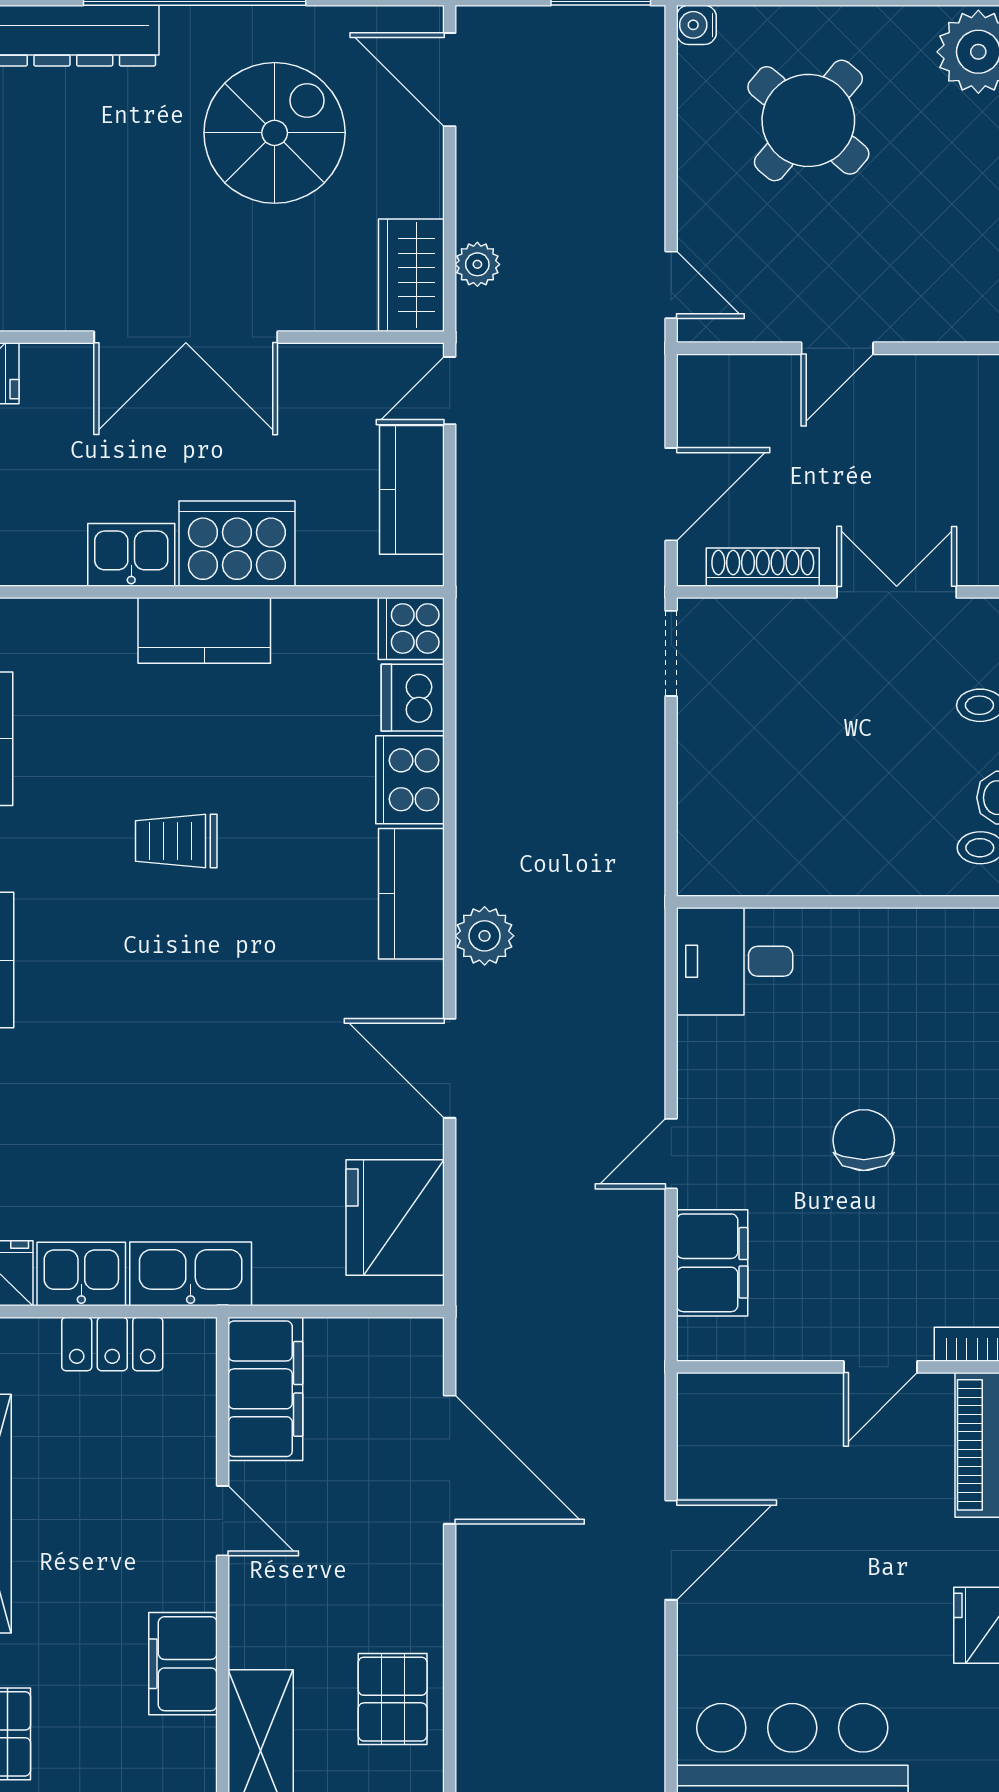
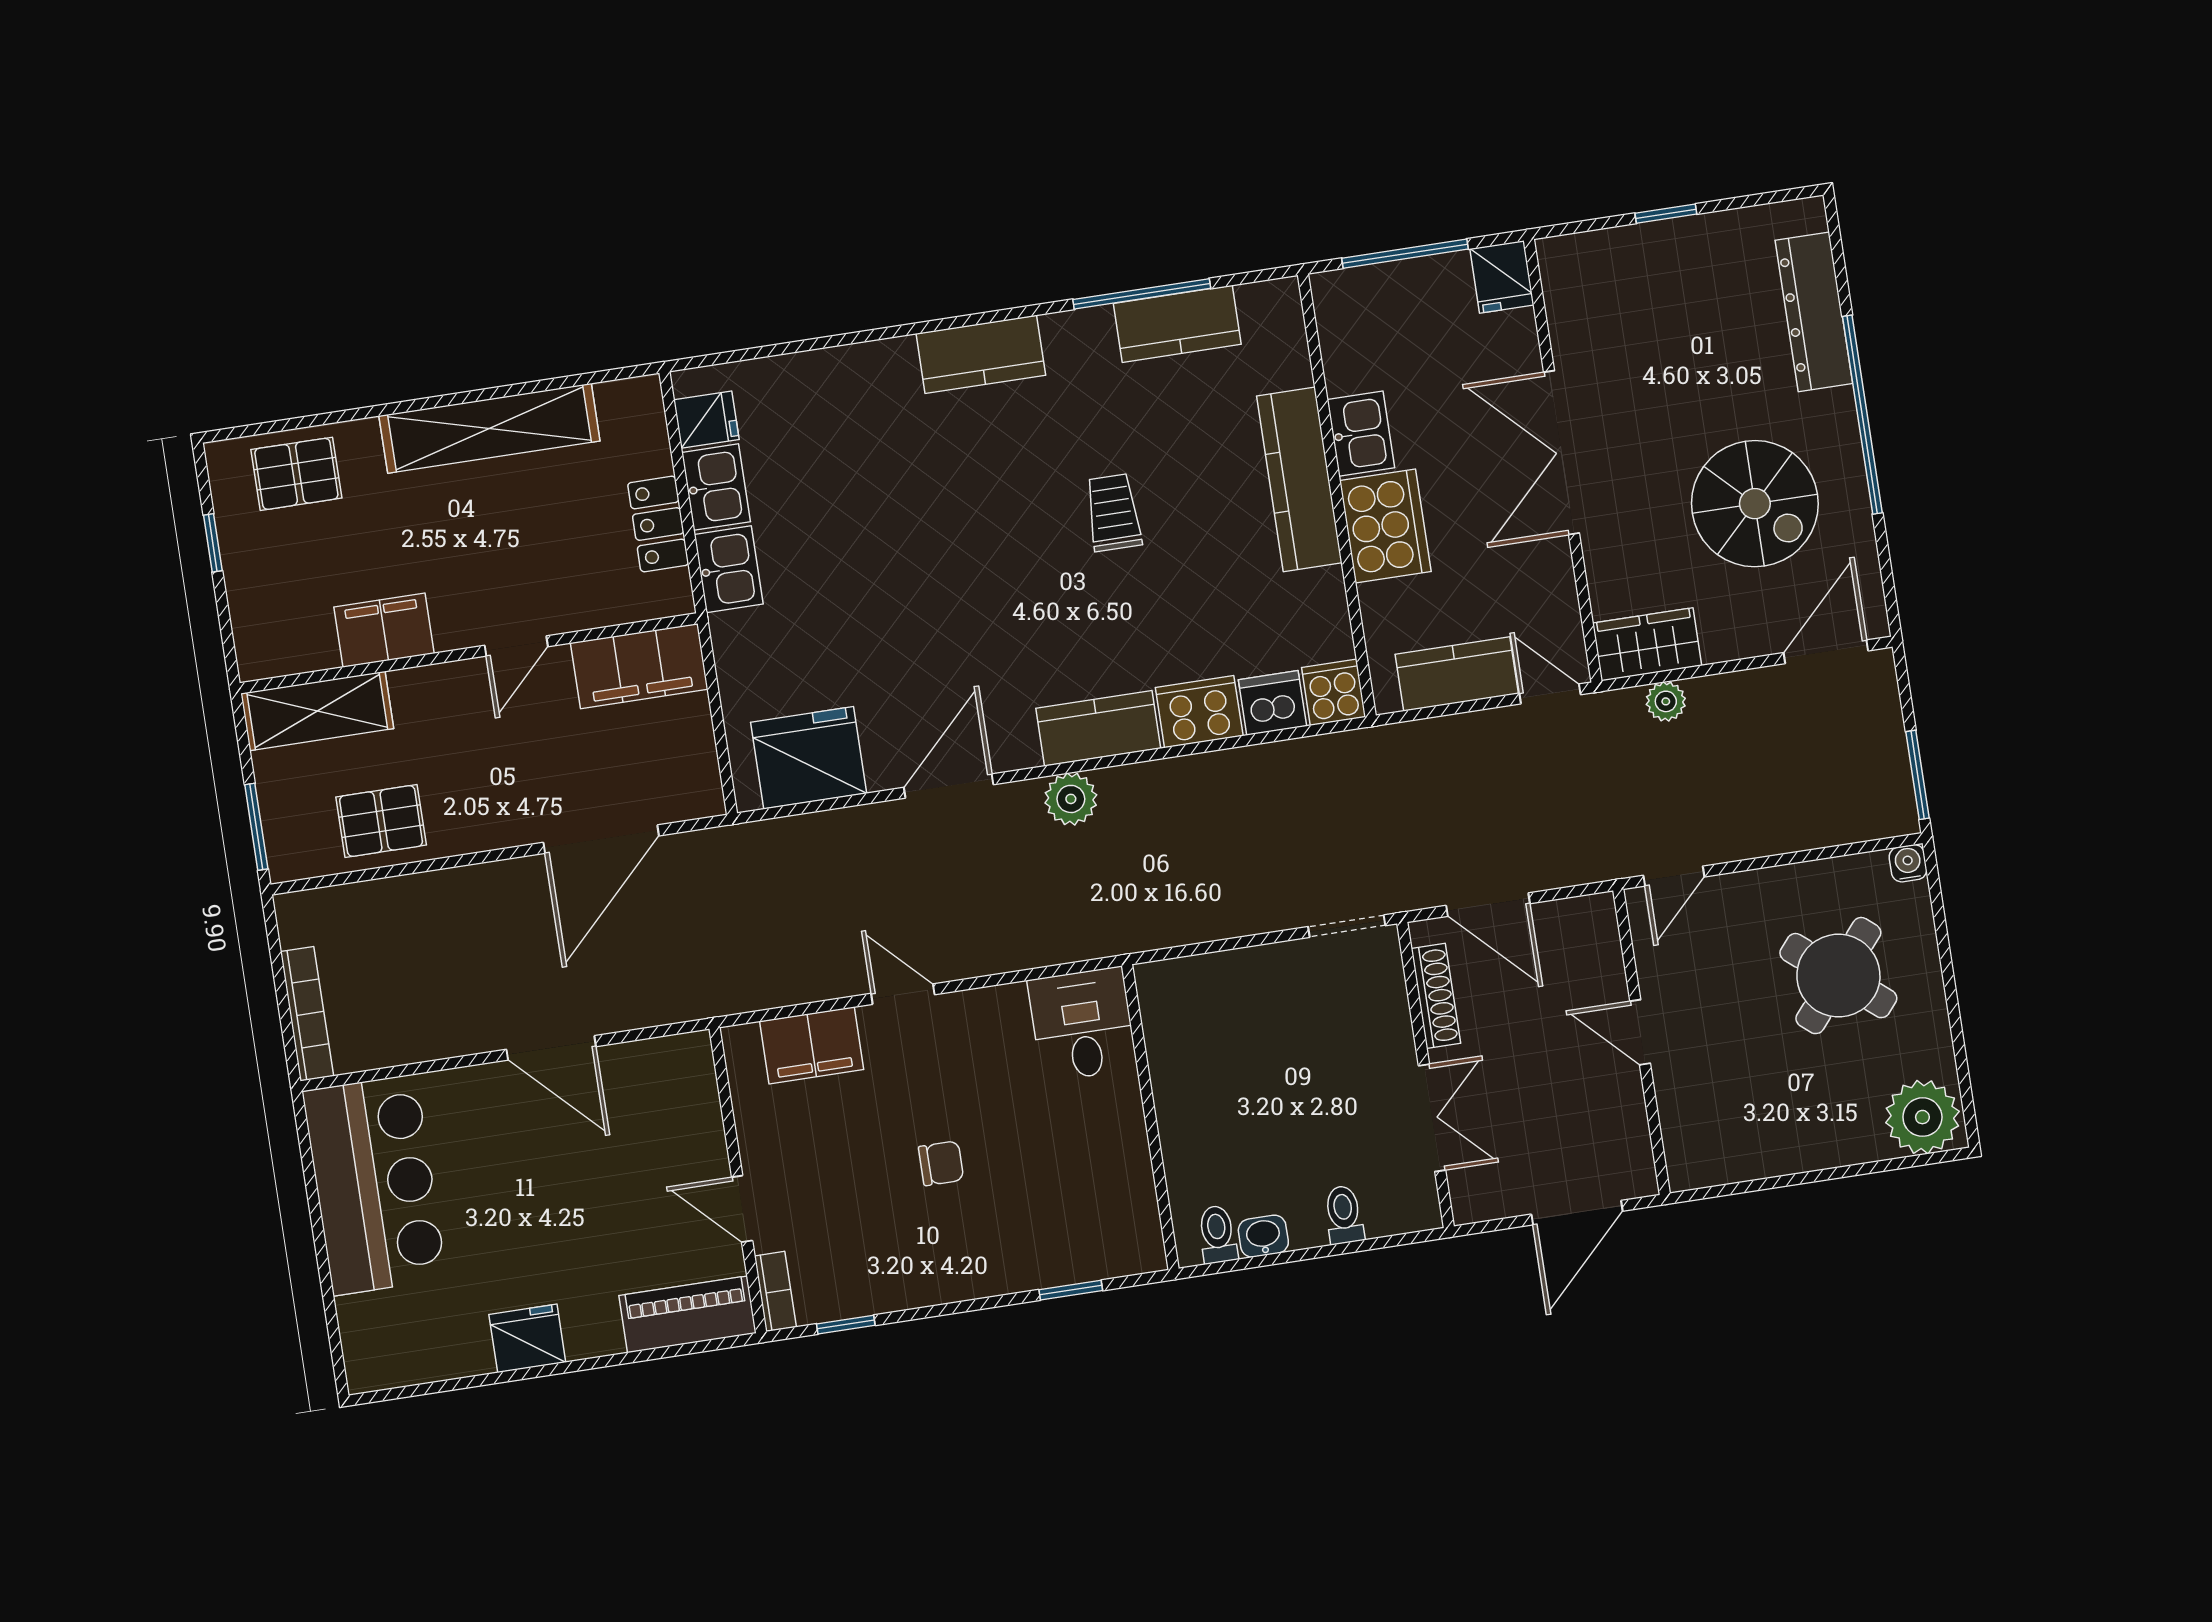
kitchen counter: (204, 630) -> (1299, 479), width x1.50
chair: (864, 1140) -> (941, 1163), width x0.73, depth x0.73
kitchen sink: (191, 1274) -> (729, 569), width x0.73

